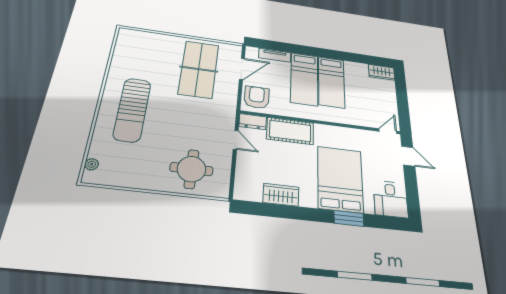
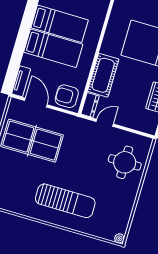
tv unit: (275, 55) -> (21, 81), moved
plant: (92, 164) -> (119, 238), moved

